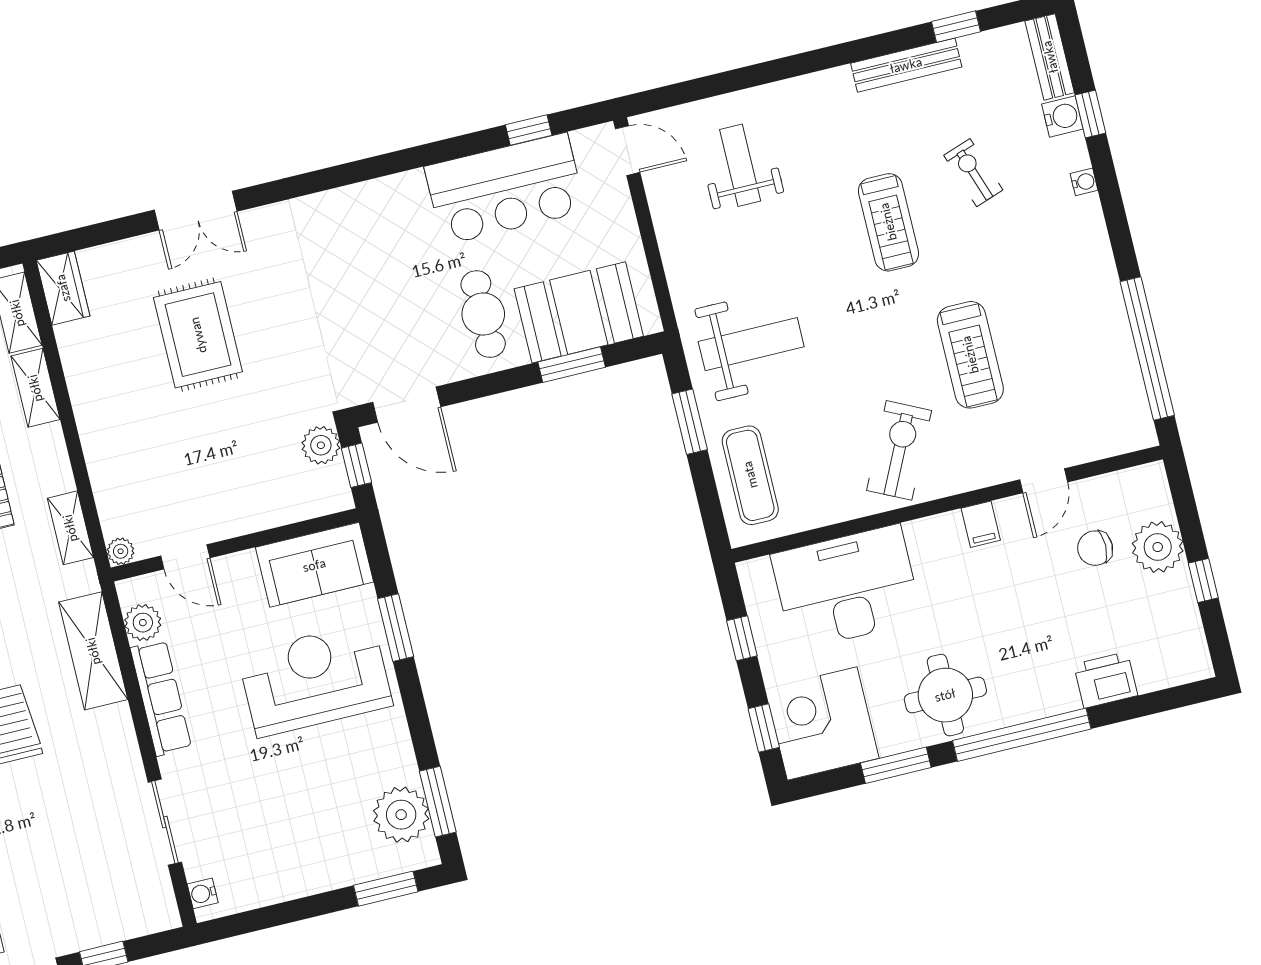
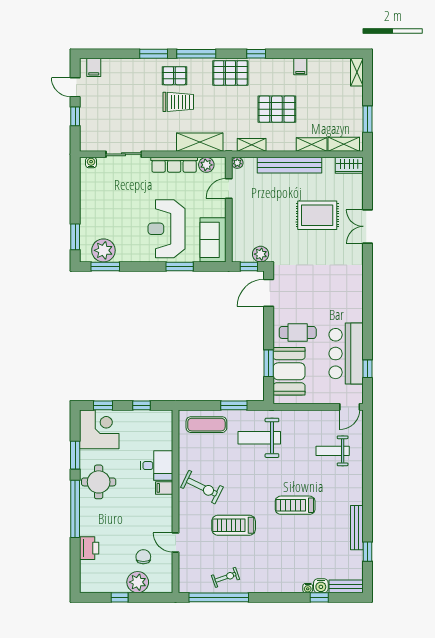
weight bench: (740, 165) -> (333, 451), turned 180
exercise bike: (973, 173) -> (226, 577), moved
water cooler: (1084, 182) -> (308, 588), moved
weight bench: (751, 344) -> (259, 438), turned 90
bench: (97, 428) -> (290, 165), added
filing cabinet: (981, 524) -> (164, 488), moved
desk: (847, 587) -> (157, 466), width x0.53, depth x0.77
reception desk: (315, 679) -> (167, 229), turned 180

